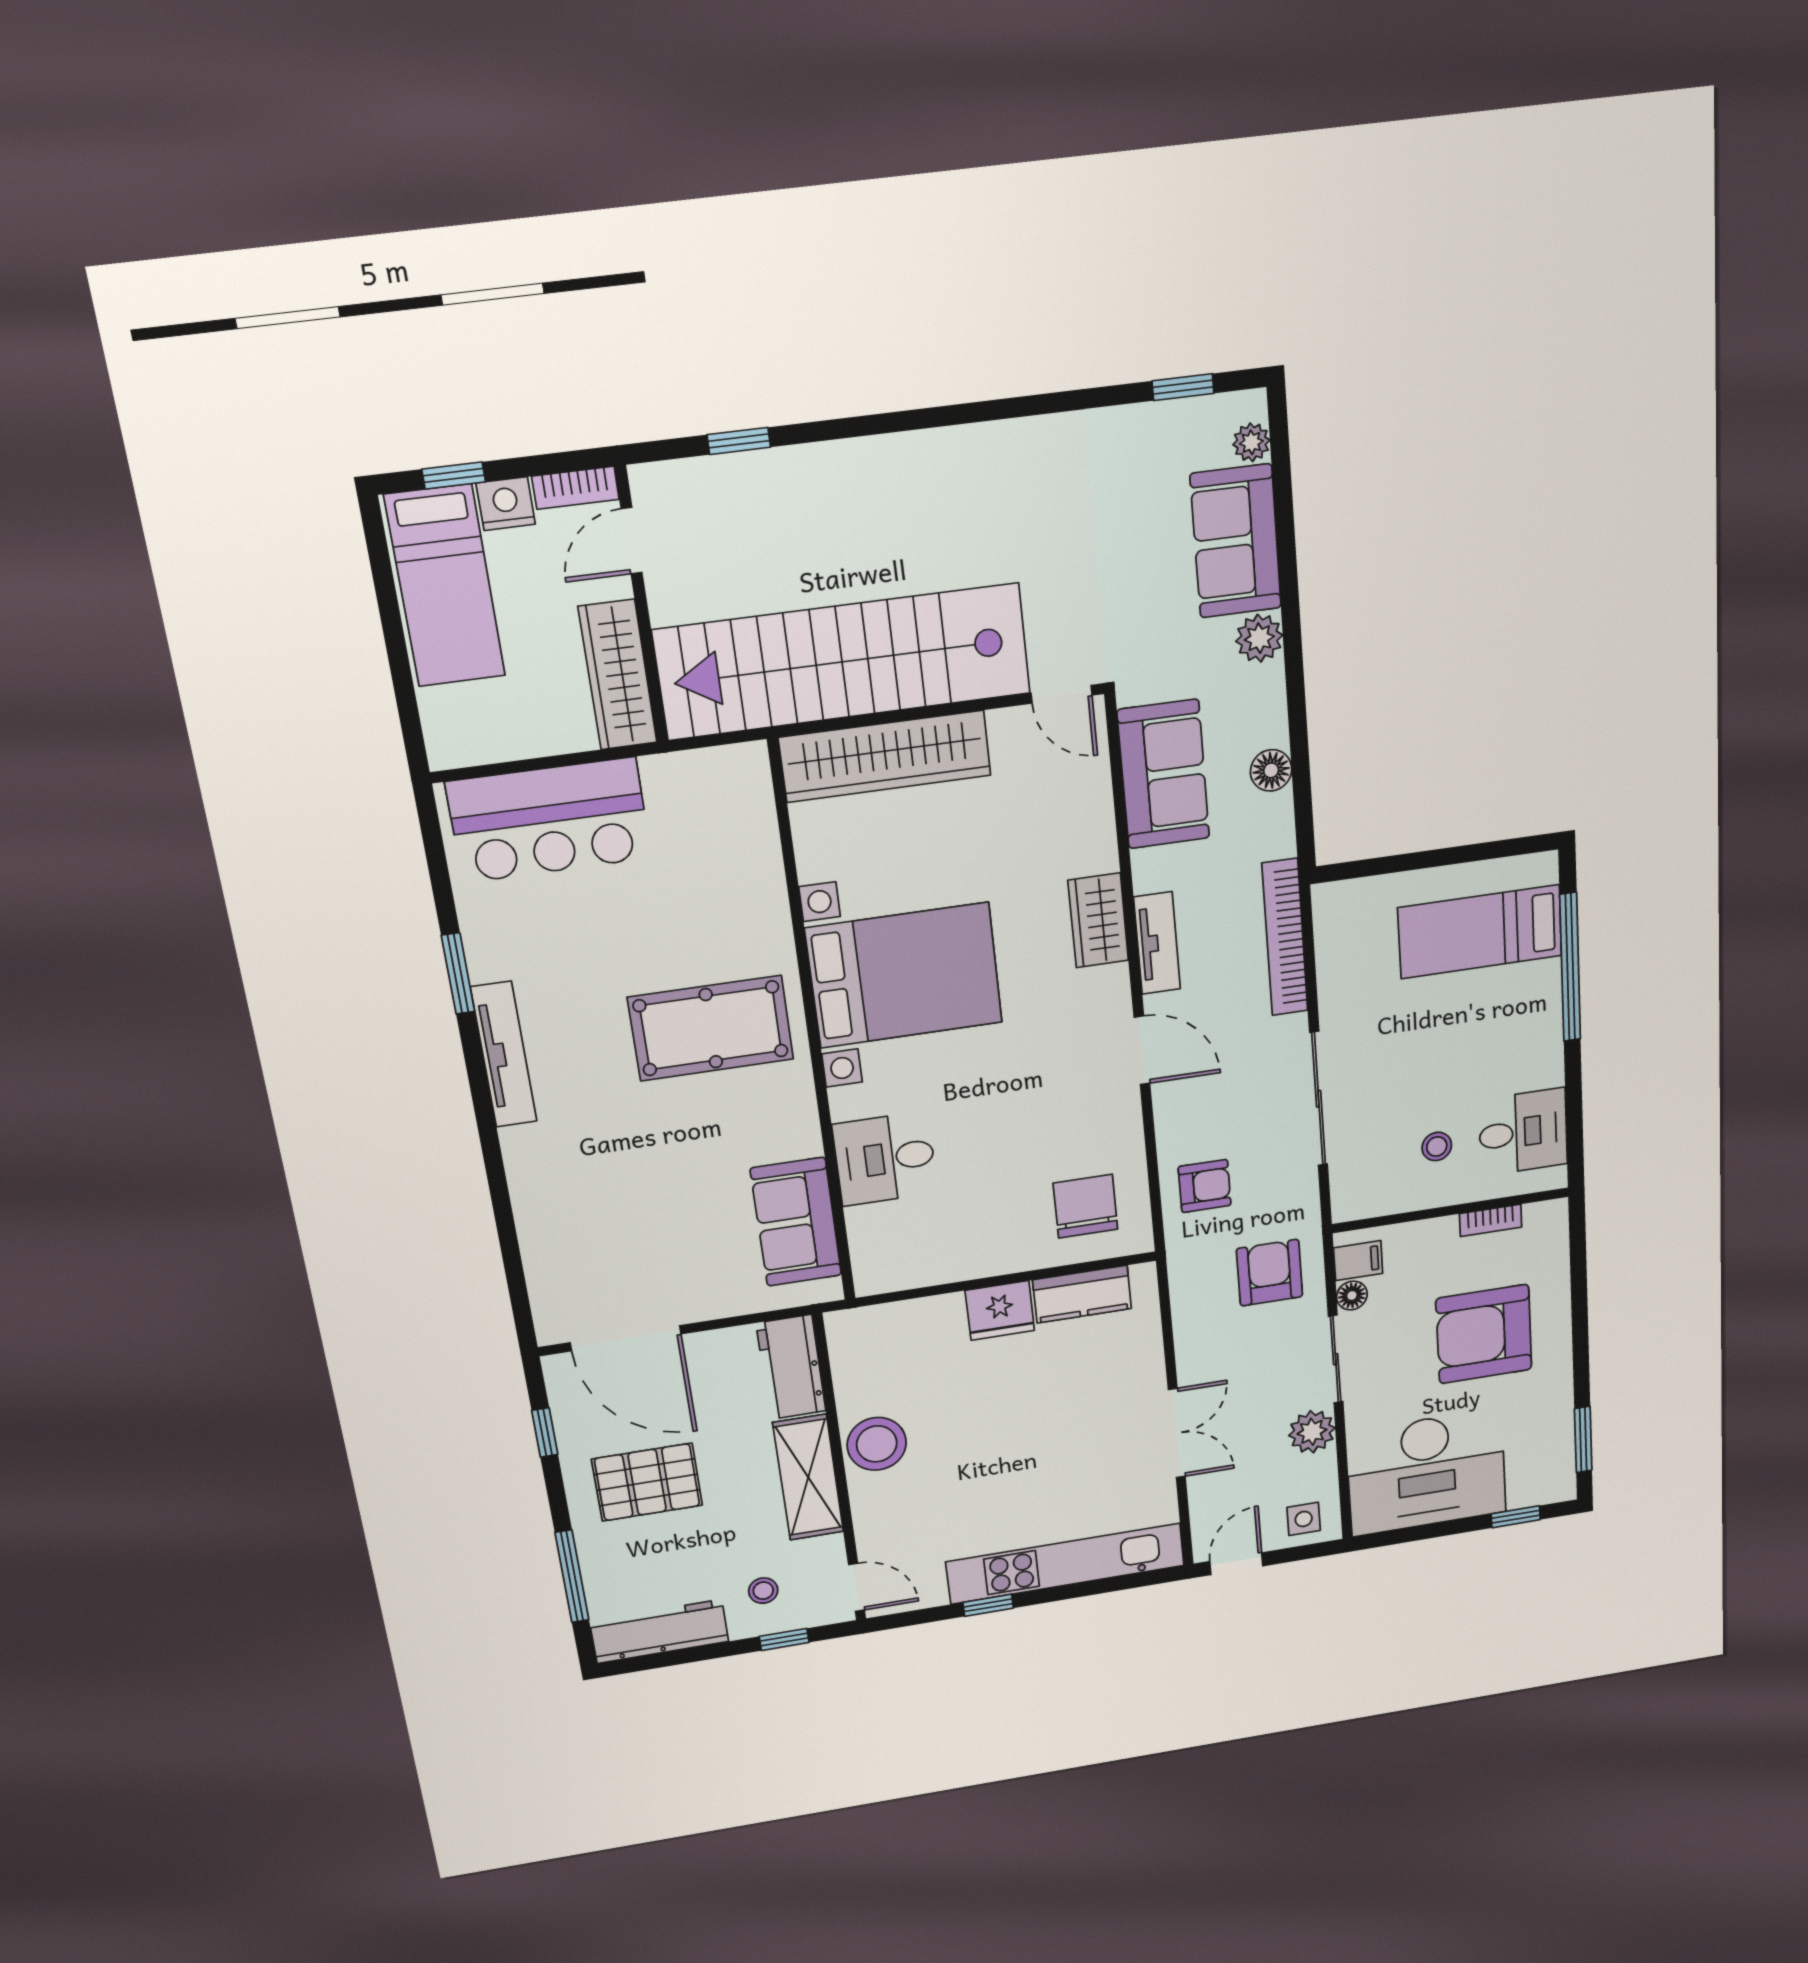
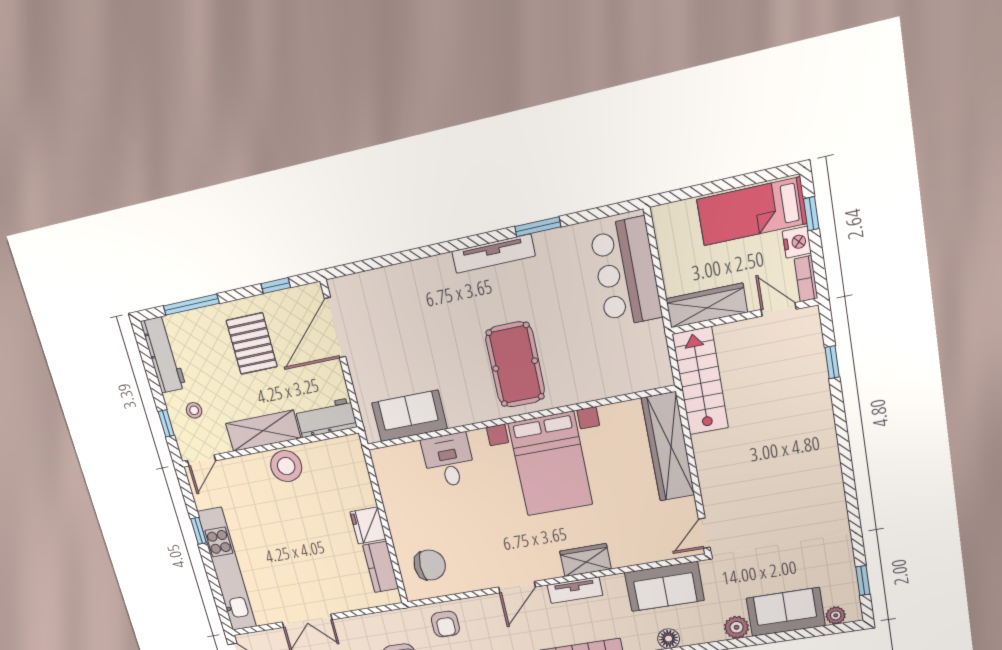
stairs: (843, 662) -> (700, 381), width x0.54, depth x0.66

